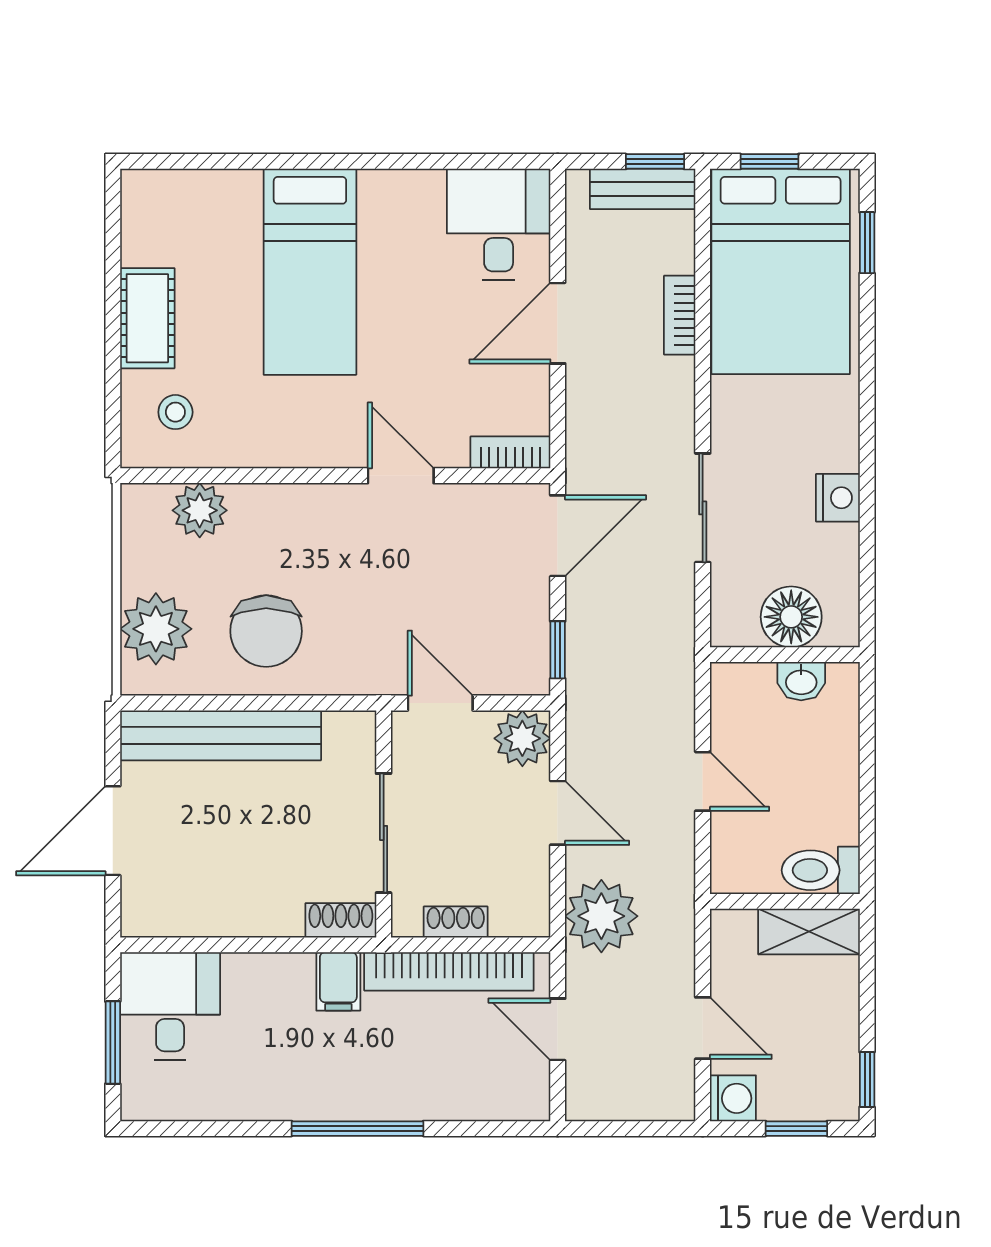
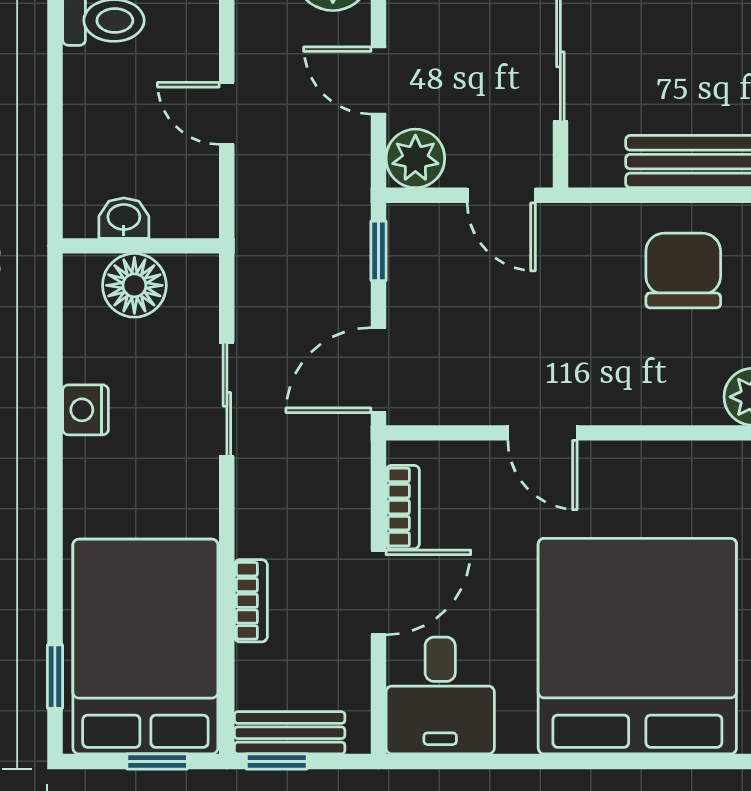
bed: (310, 272) -> (637, 646), width x2.04
bookcase: (510, 452) -> (403, 507), moved, turned -90

